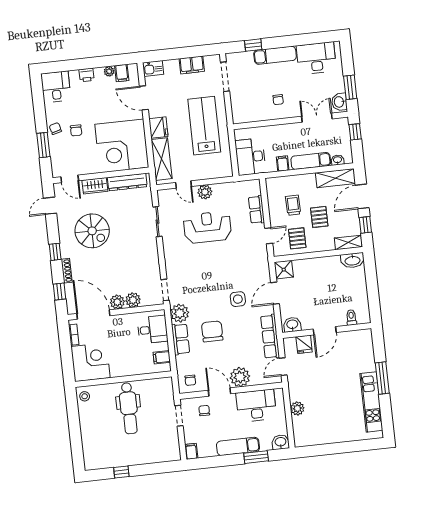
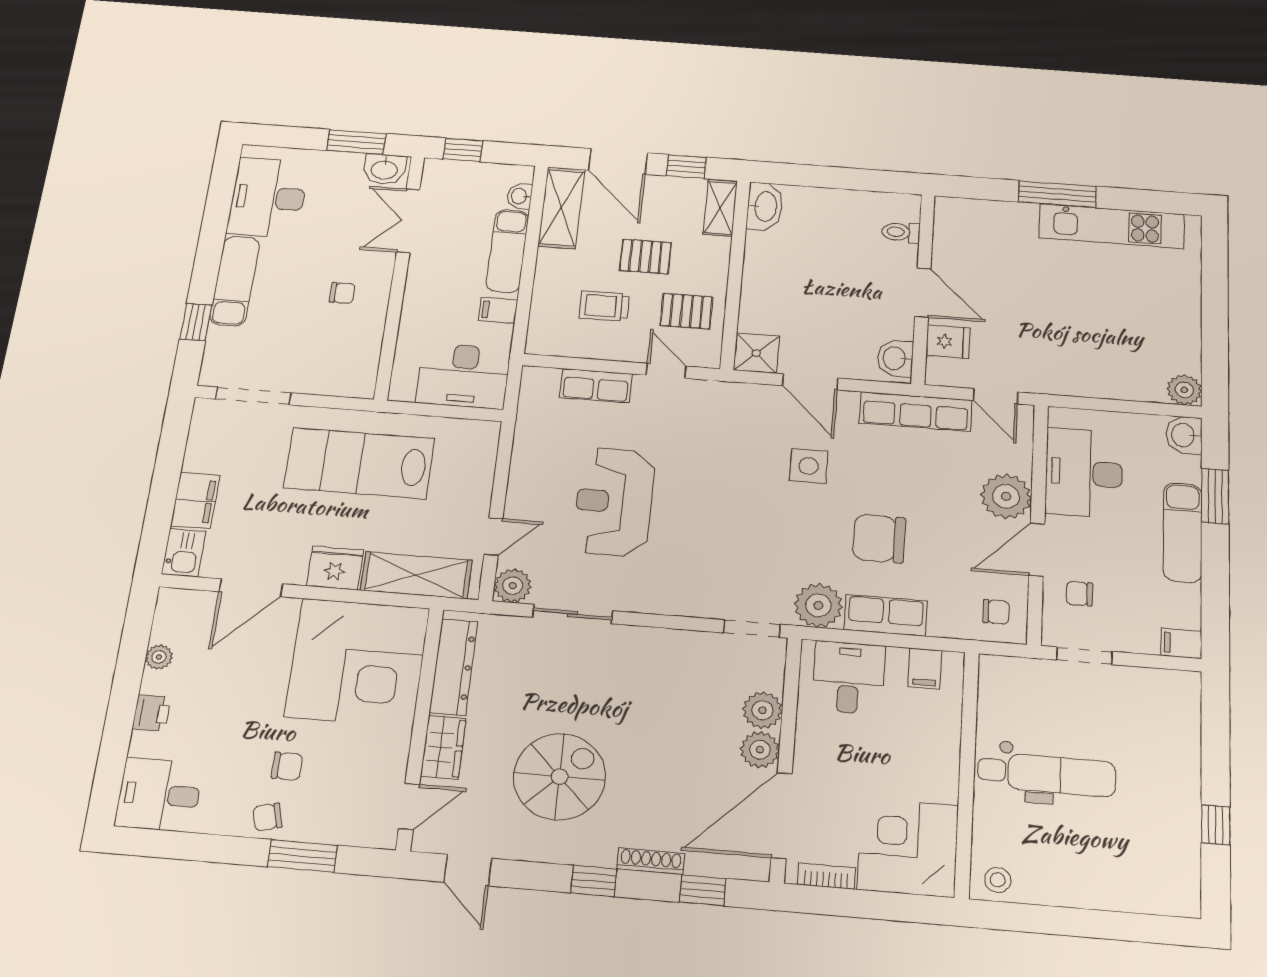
filing cabinet: (192, 65) -> (195, 501), moved
filing cabinet: (122, 73) -> (173, 628), removed
plant: (205, 192) -> (513, 586), moved
plant: (297, 408) -> (1184, 390), moved

